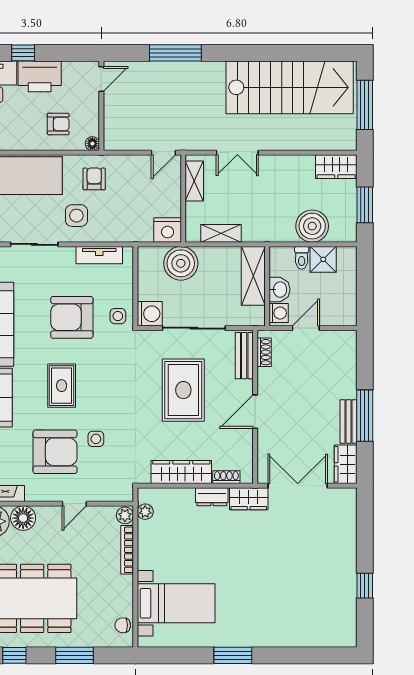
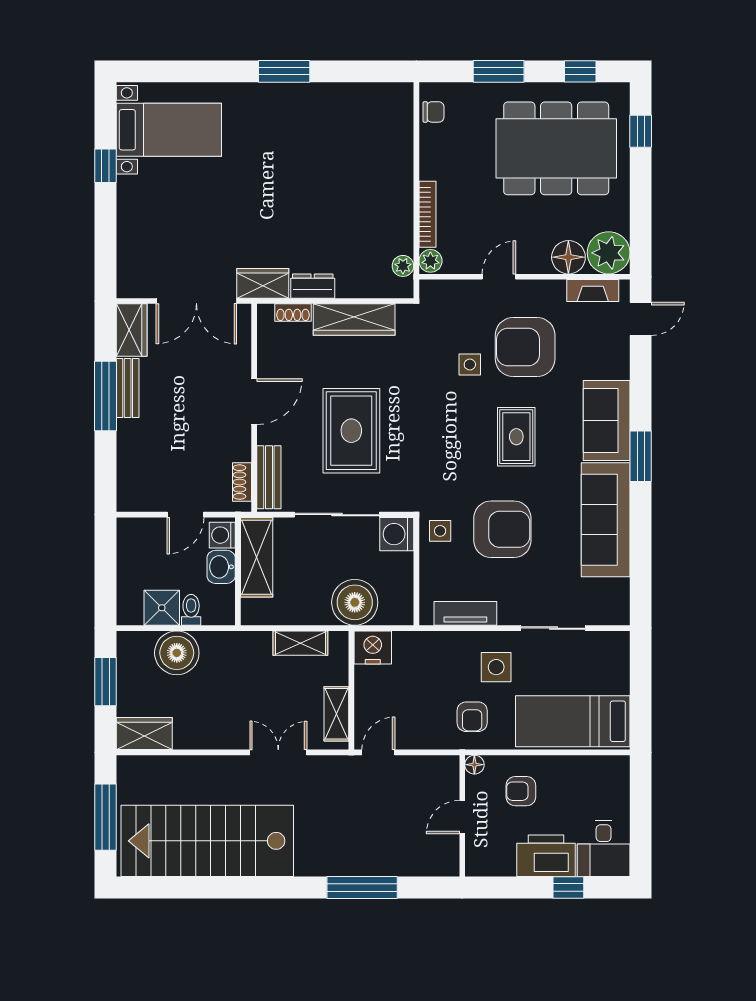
door: (101, 79) -> (462, 817), moved
shelving: (253, 276) -> (257, 557), moved
bed with nightstands: (176, 603) -> (169, 130), moved, turned 180

